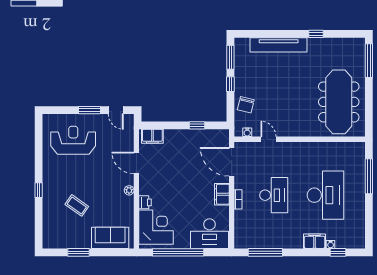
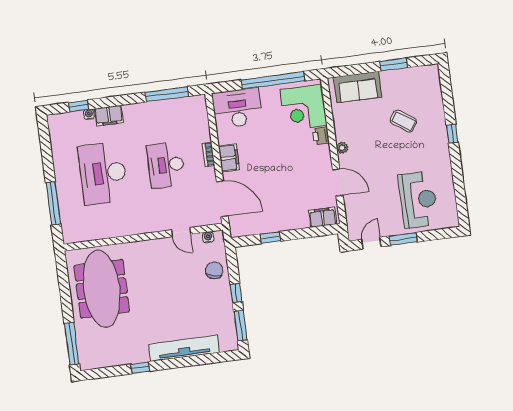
door: (116, 110) -> (371, 243), hinge flipped
reception desk: (73, 140) -> (418, 200), turned -90

